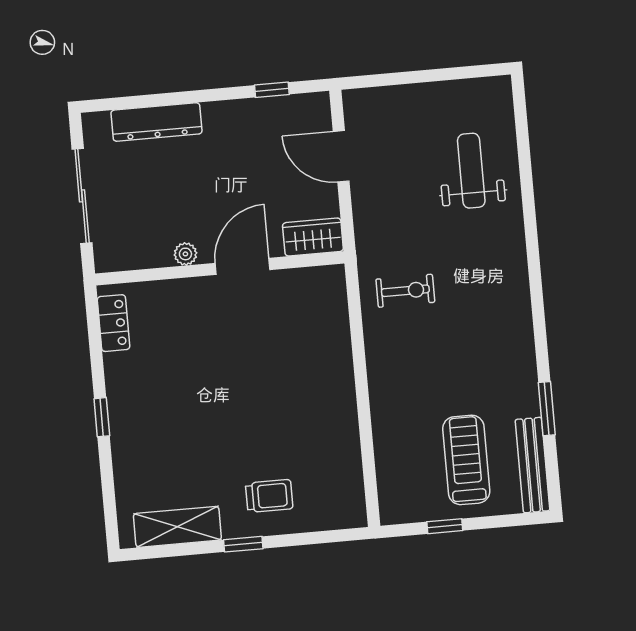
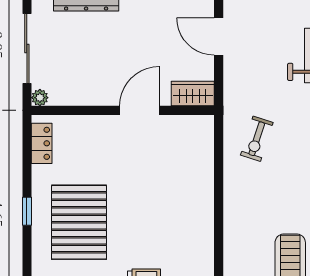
plant: (185, 254) -> (40, 98), moved
exercise bike: (405, 291) -> (257, 139), turned 108
pallet: (174, 426) -> (79, 222), added

